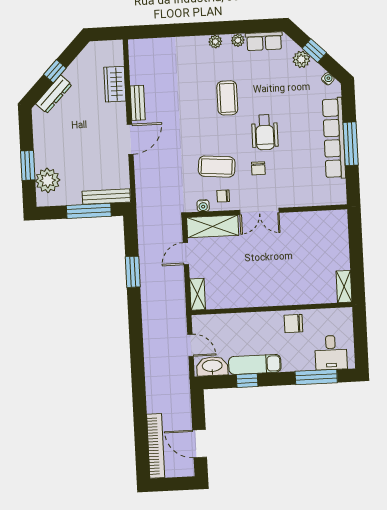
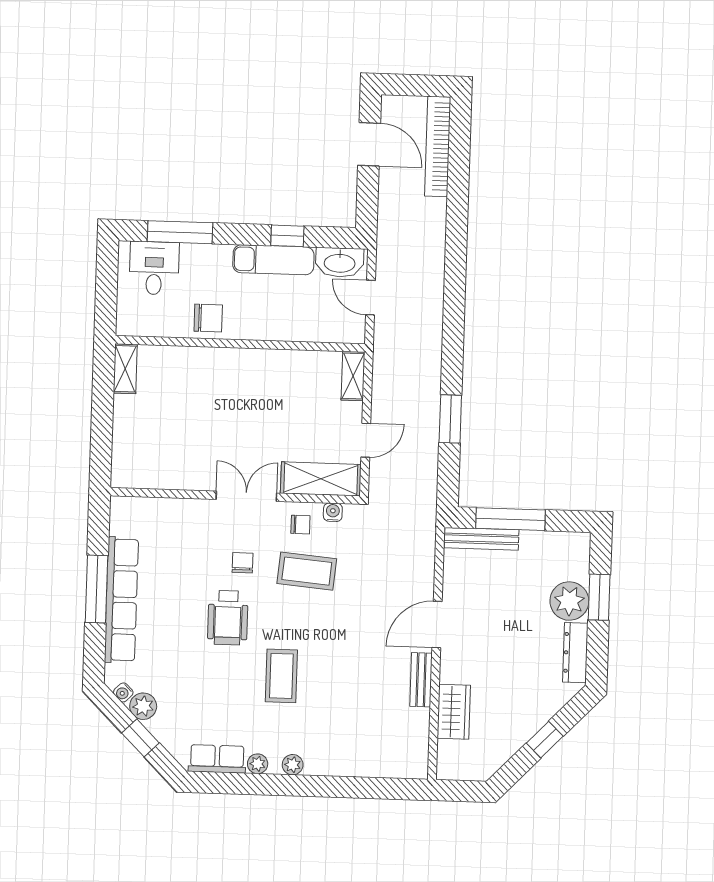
plant: (301, 59) -> (143, 706), moved
dresser: (54, 94) -> (575, 653), moved, turned -44
wheelchair: (265, 132) -> (228, 618), turned 180
plant: (48, 180) -> (569, 601), moved

